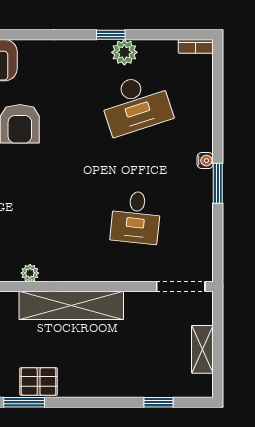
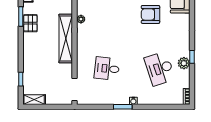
shelving: (202, 349) -> (34, 100), moved

